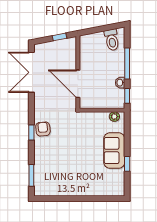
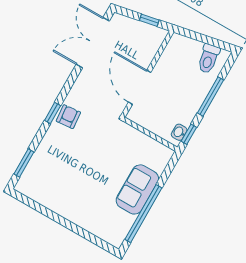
washbasin: (120, 83) -> (179, 132), moved
plant: (114, 117) -> (160, 150), removed
window: (127, 164) -> (143, 214), width x3.17

